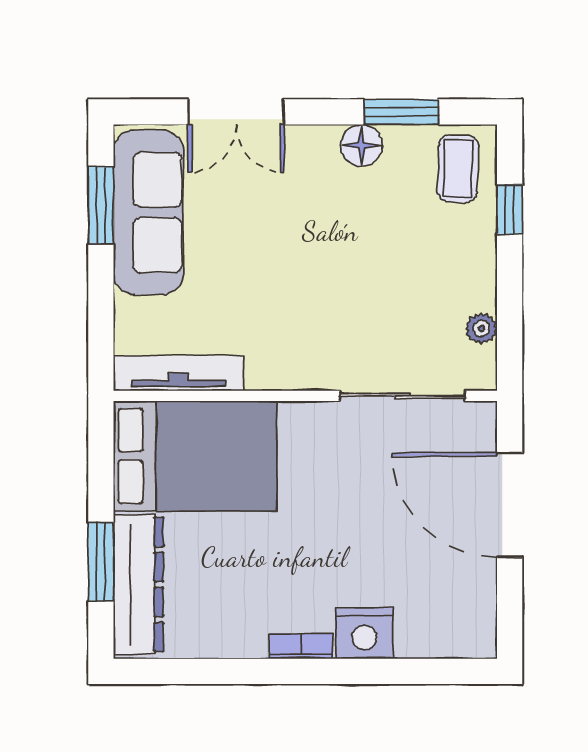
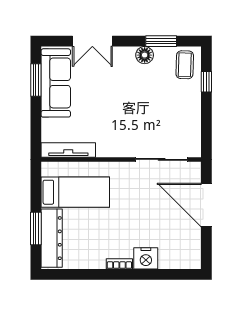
plant: (481, 328) -> (195, 131), removed
bed: (195, 456) -> (75, 192), width x0.67

